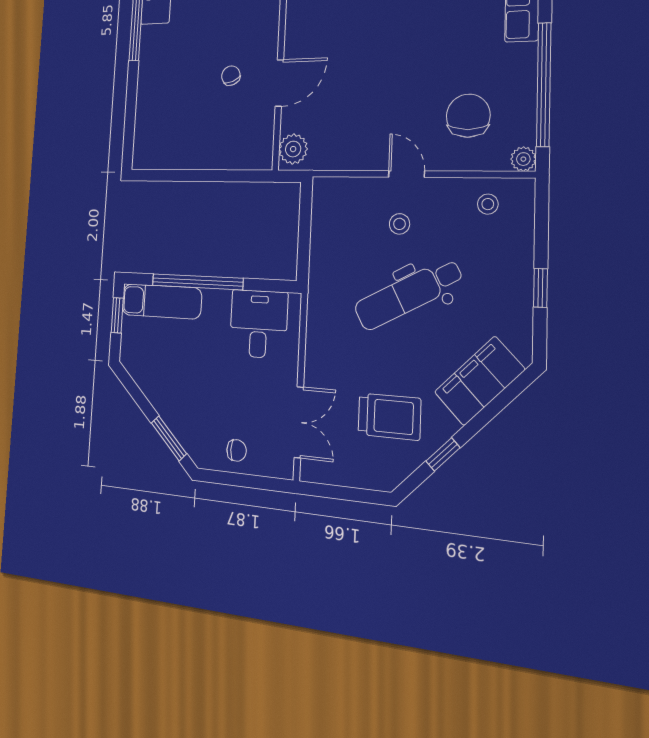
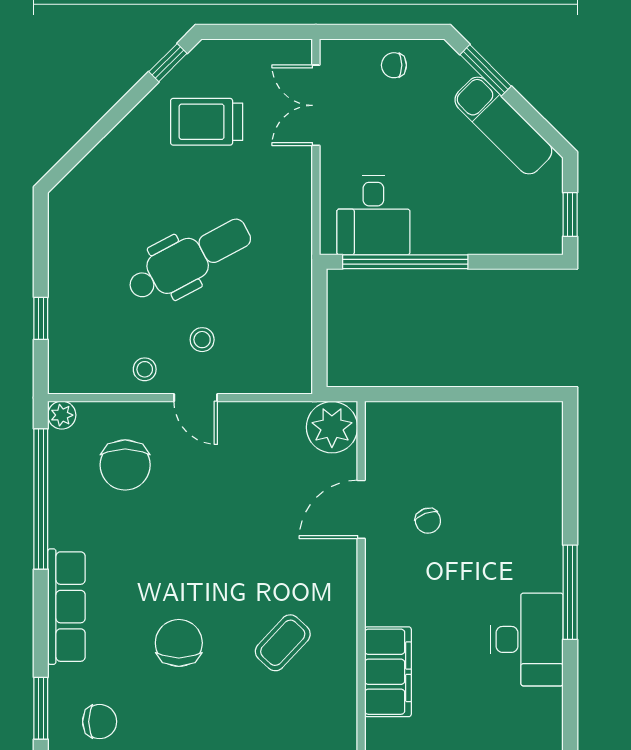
plant: (293, 149) -> (332, 427), width x1.36, depth x1.36
stool: (488, 204) -> (145, 369), moved
window: (197, 282) -> (405, 262), moved
window: (541, 288) -> (41, 318), moved
exam couch: (161, 301) -> (503, 126), moved, turned -135
filing cabinet: (479, 381) -> (105, 169), removed
window: (443, 454) -> (168, 63), moved

